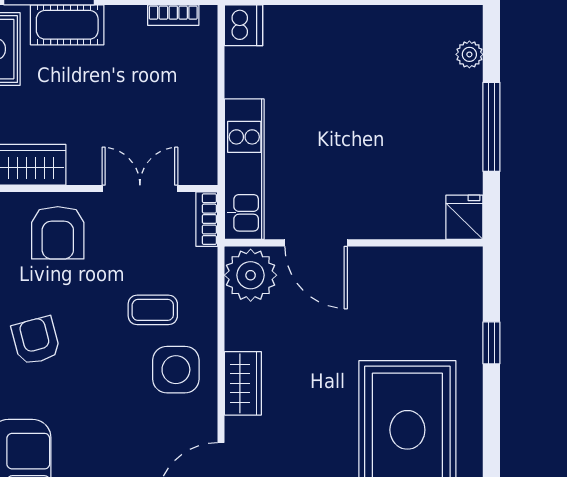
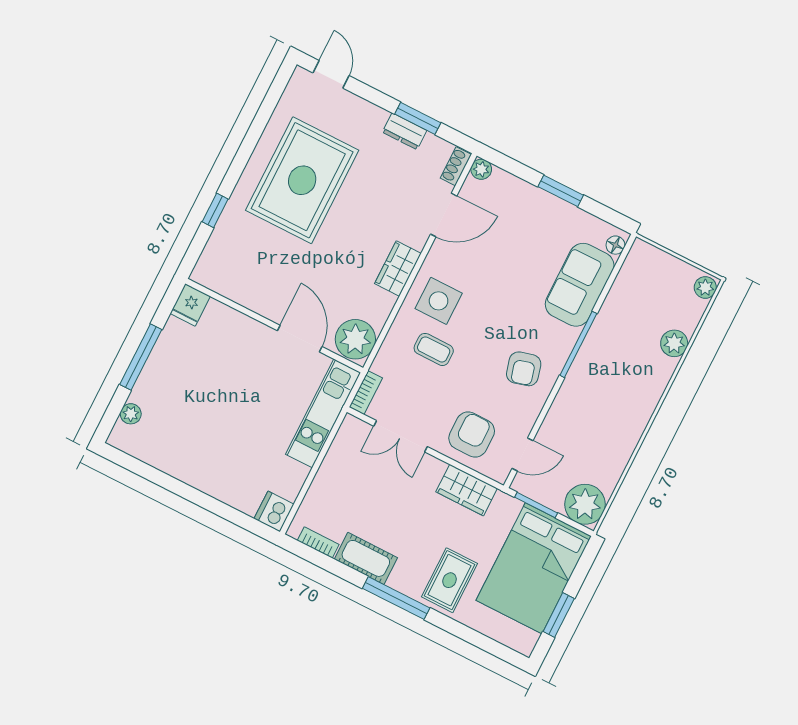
cot: (67, 25) -> (366, 558), moved

